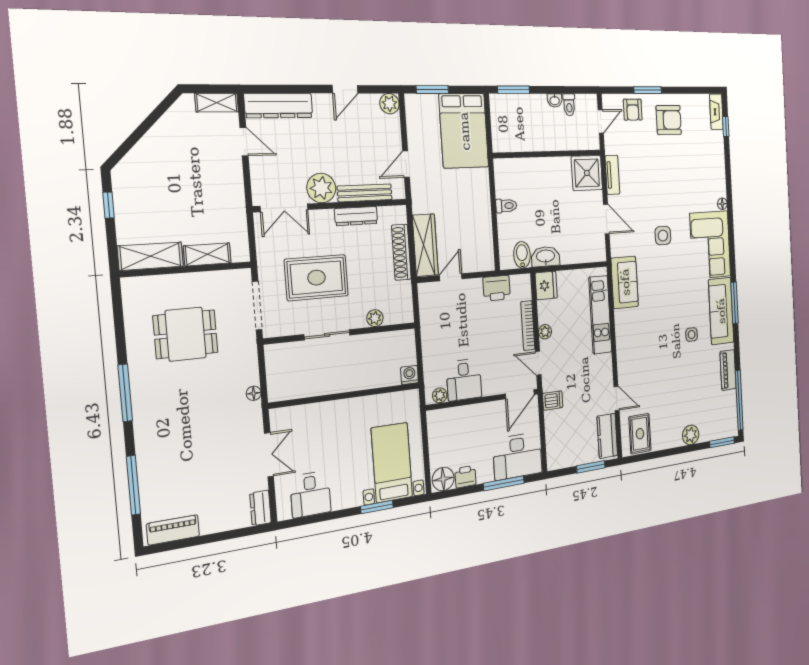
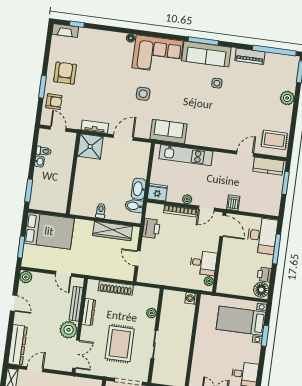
wardrobe: (425, 245) -> (113, 231), moved, turned 180

